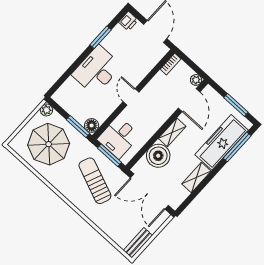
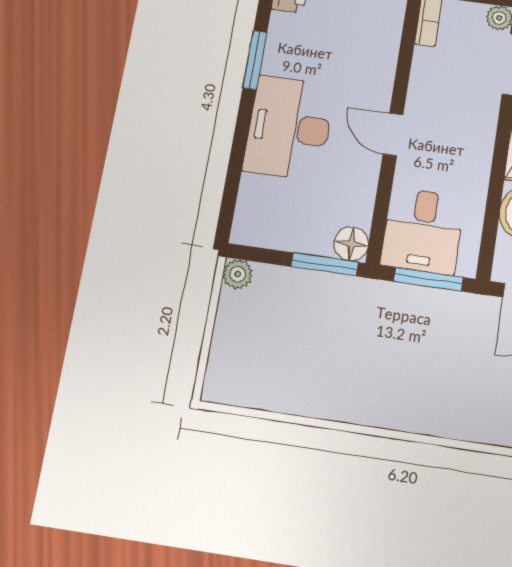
parasol: (49, 144) -> (287, 341), removed
sun lounger: (95, 181) -> (434, 352), removed

